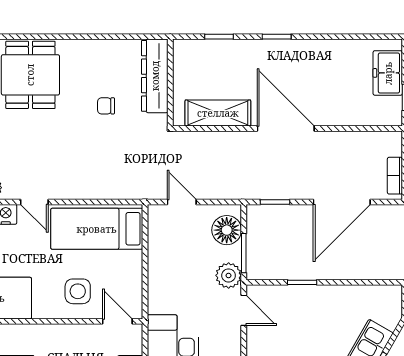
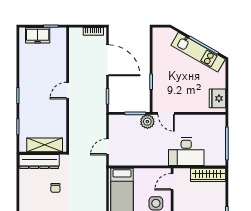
shelving: (218, 113) -> (45, 145), moved, turned 90
door: (286, 128) -> (68, 91), width x0.53
floor lamp: (227, 230) -> (123, 123), removed
door: (244, 310) -> (166, 113), swing flipped

